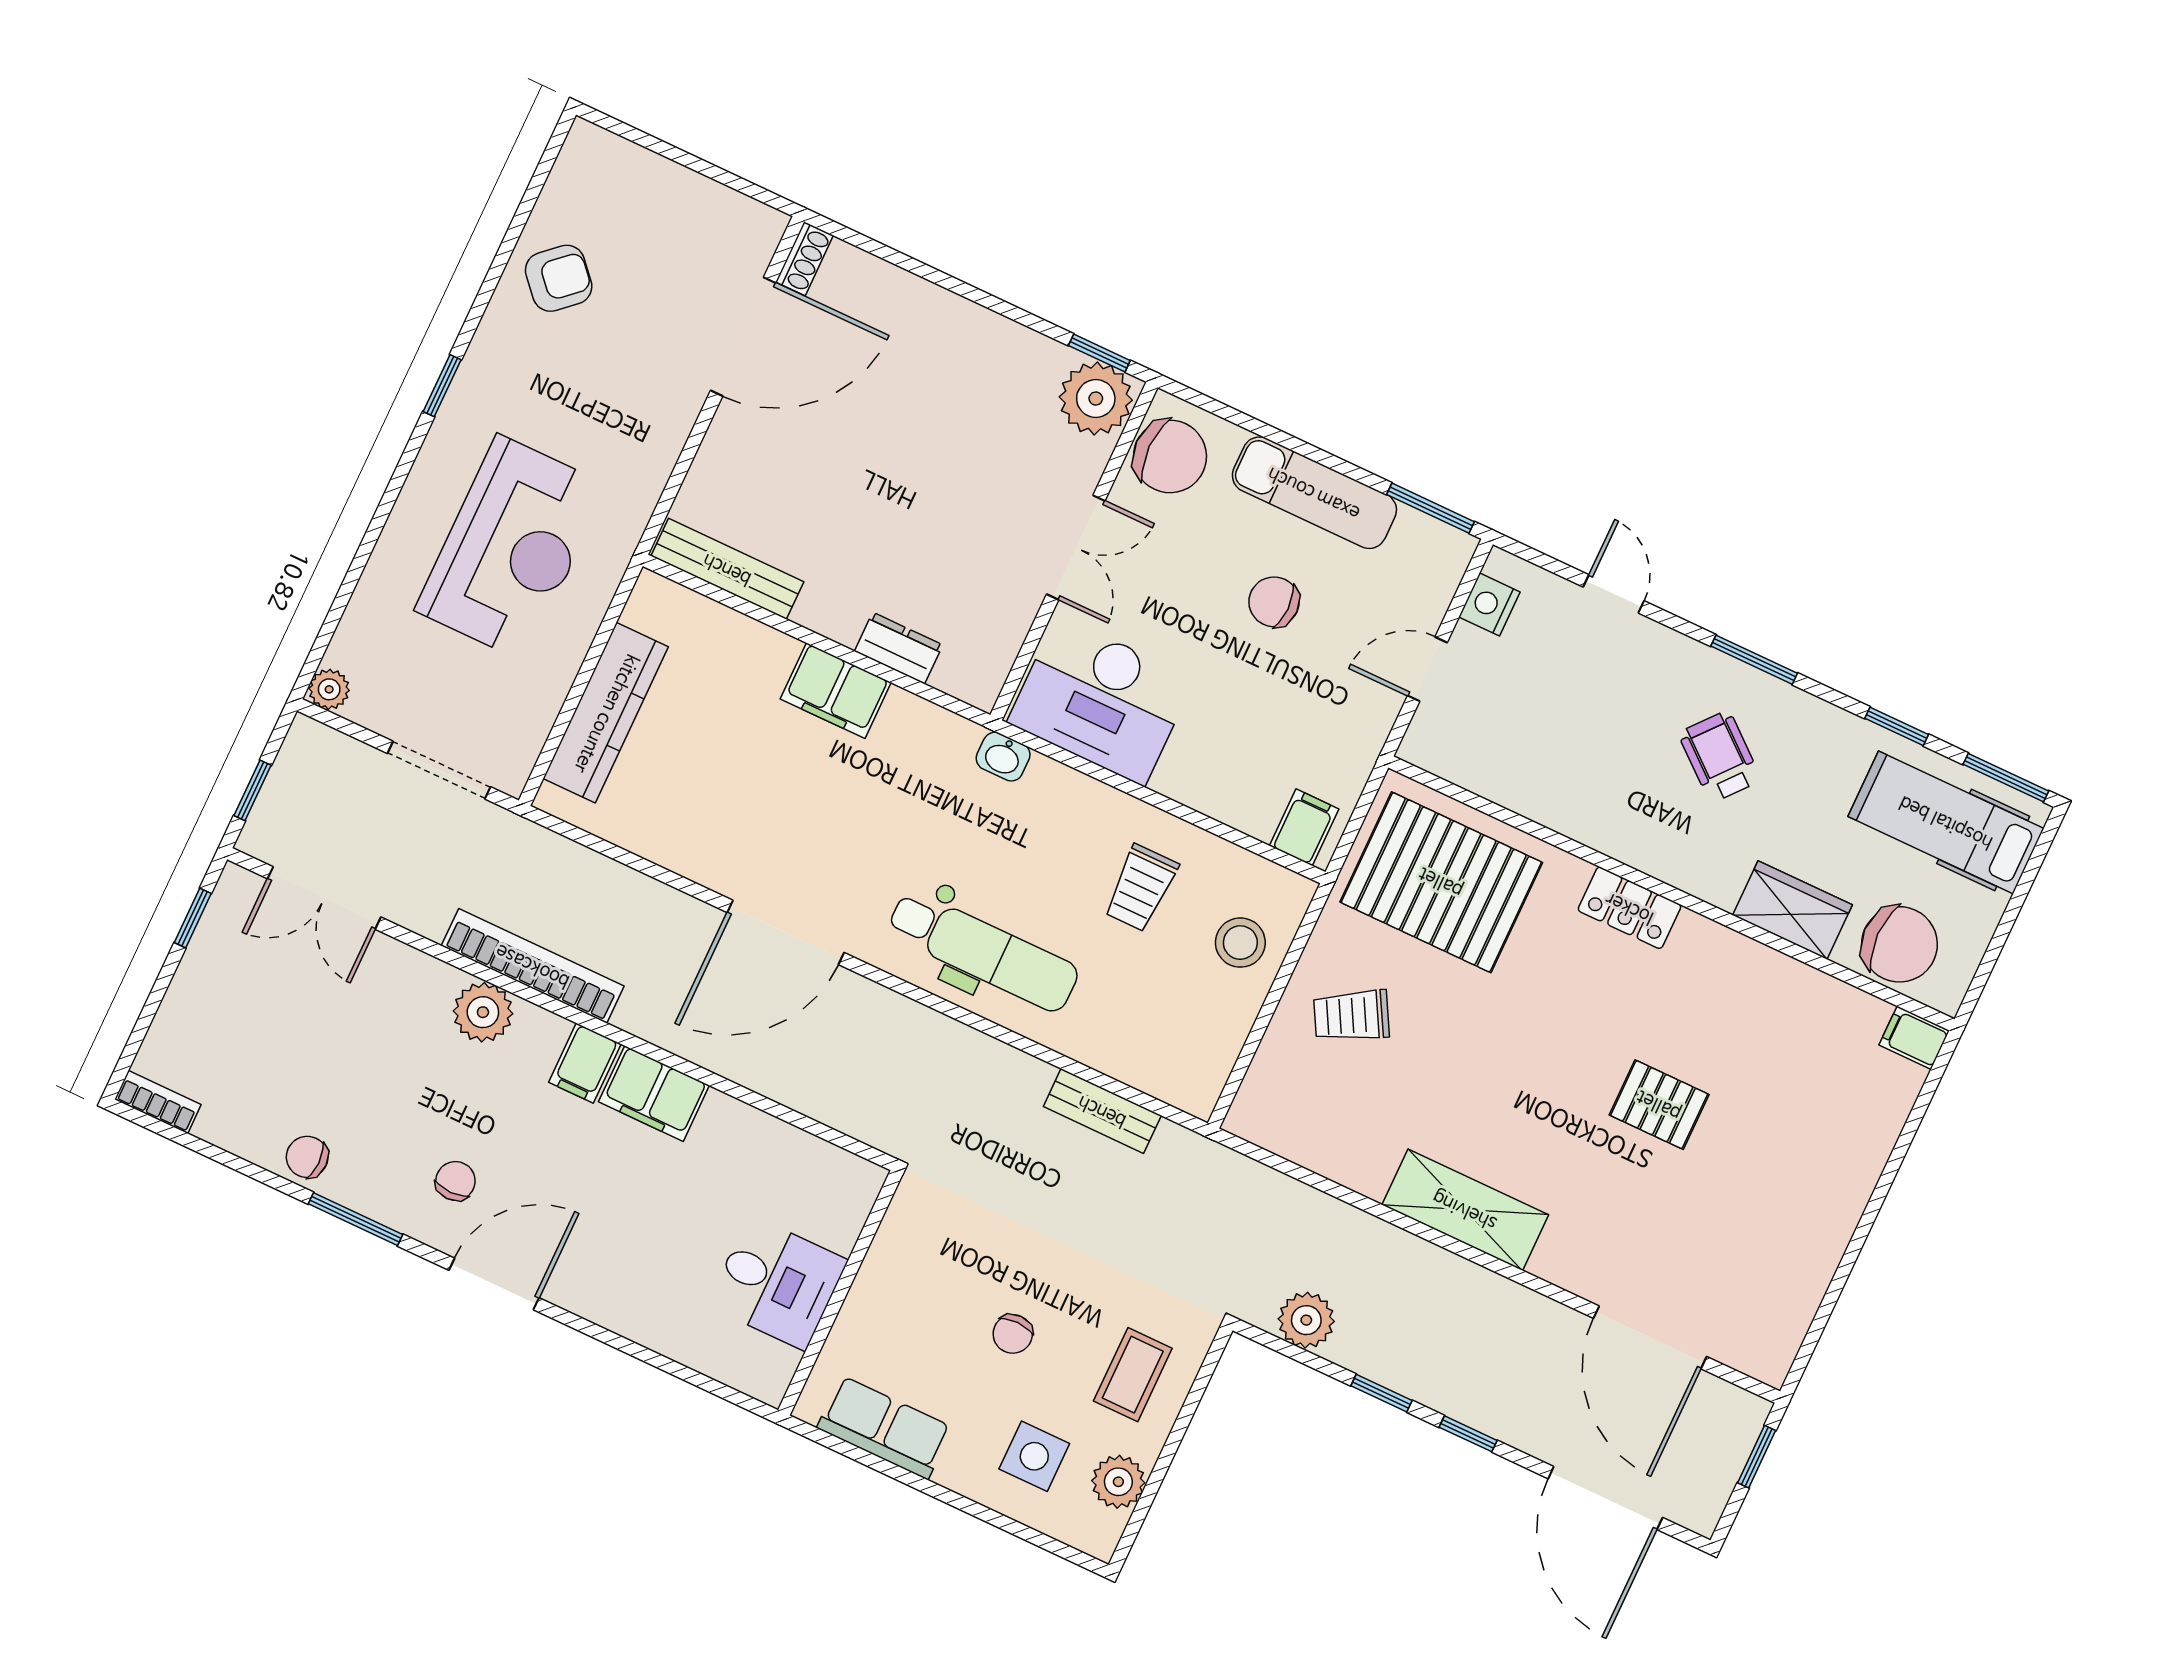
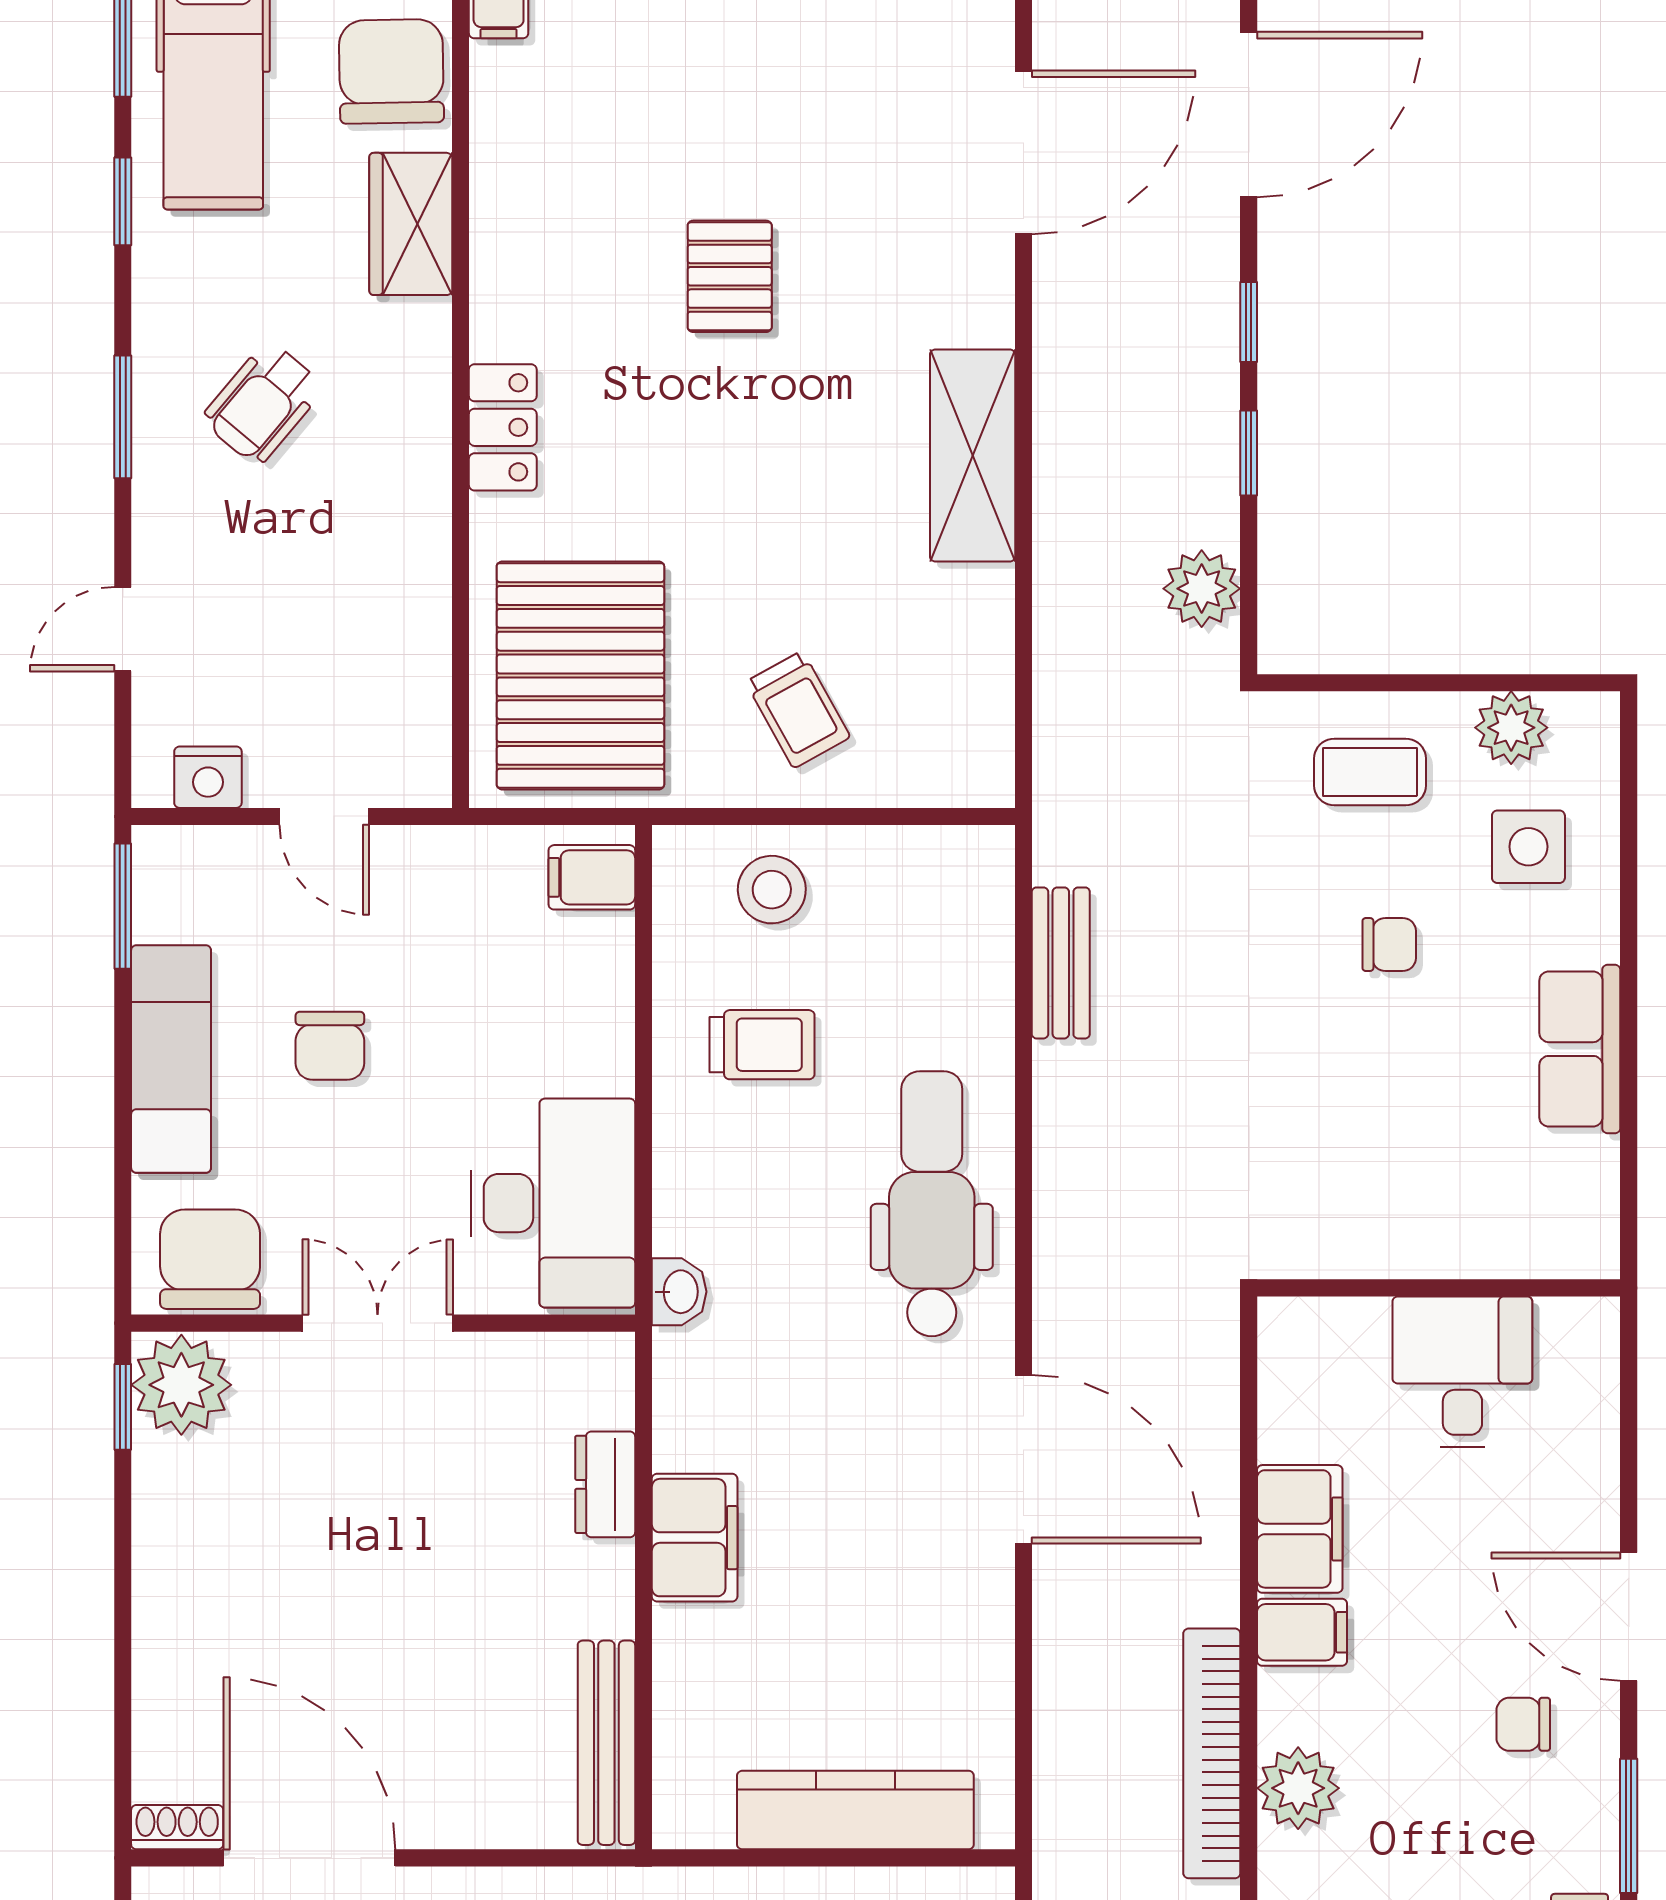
desk: (777, 1283) -> (1462, 1372), moved
wall: (840, 1293) -> (1439, 1288), moved

